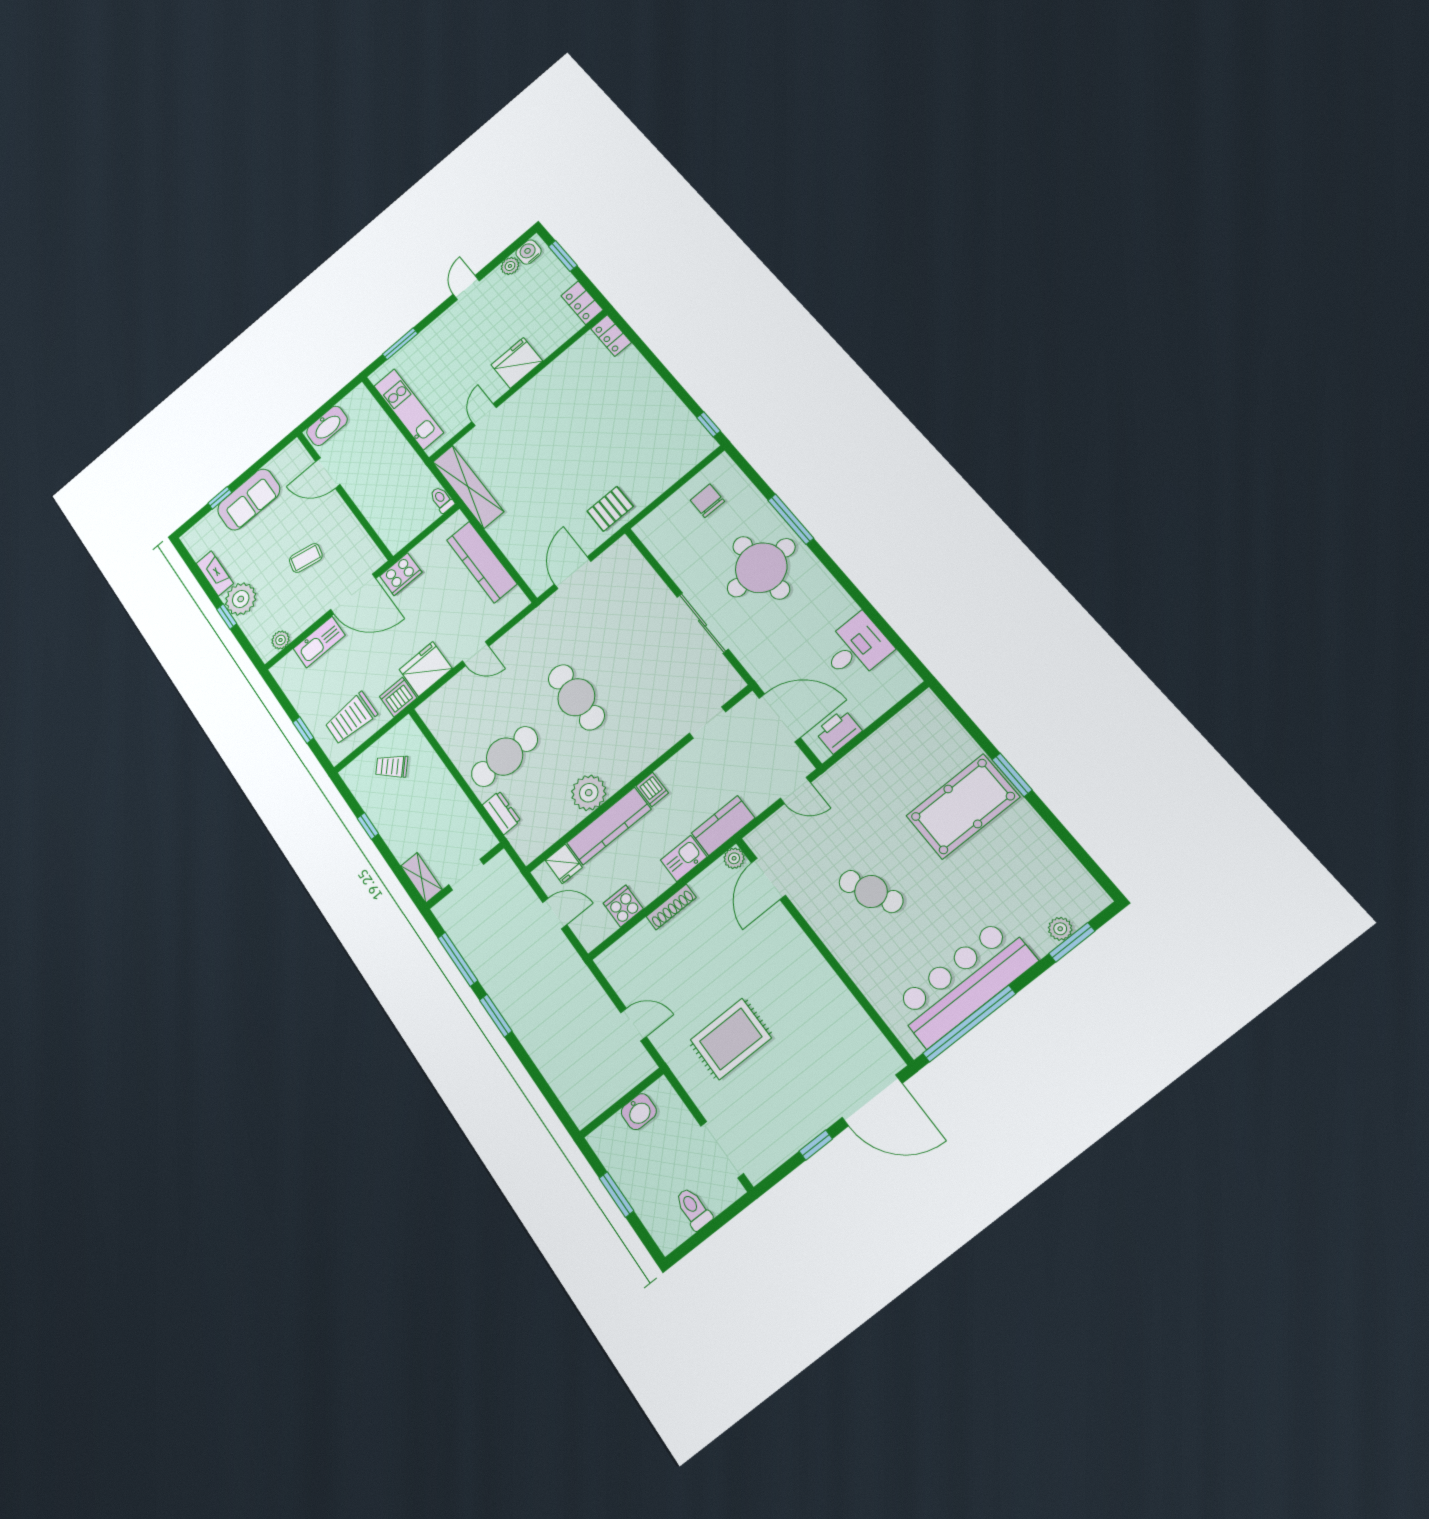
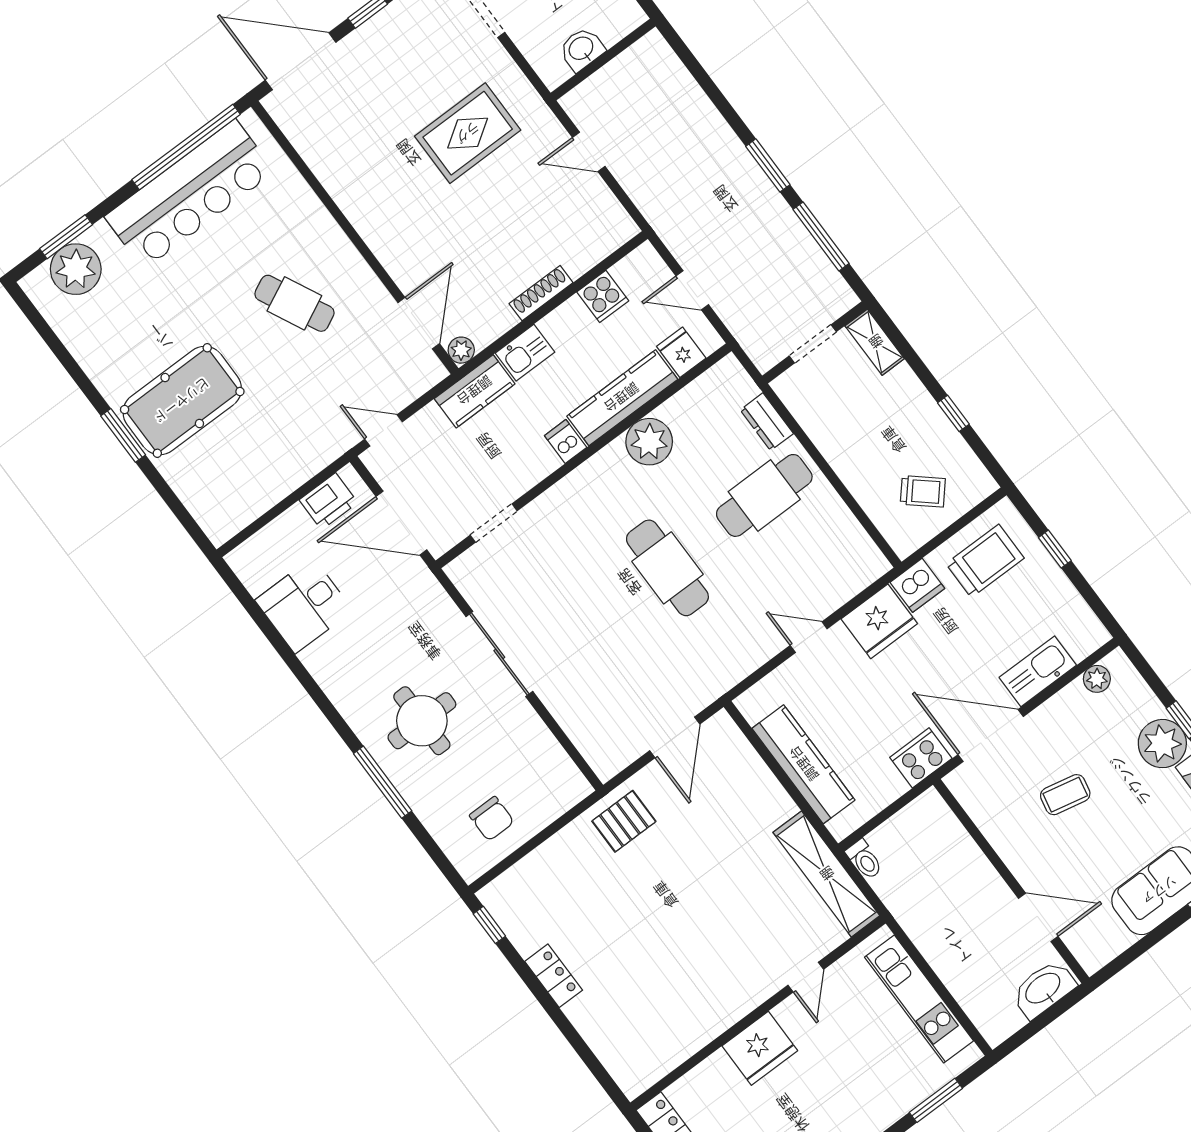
locker: (611, 336) -> (554, 976), moved
round table: (761, 568) -> (422, 721), width x0.73, depth x0.73
plant: (1060, 929) -> (76, 269), width x1.88, depth x1.88

